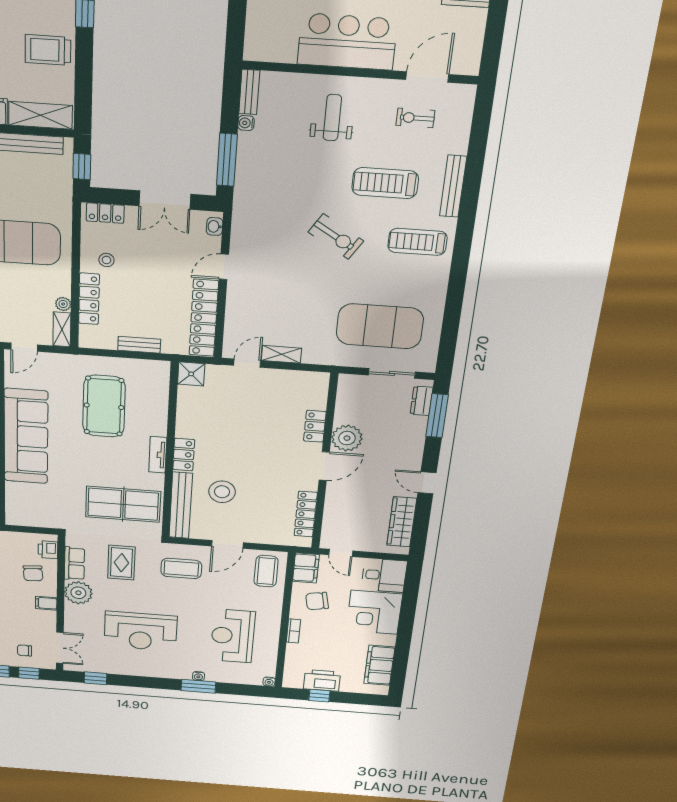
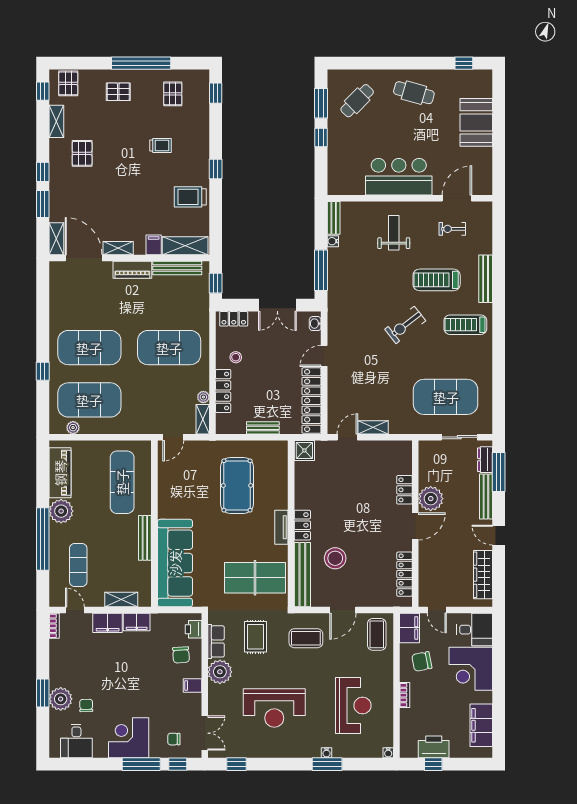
exercise bike: (336, 237) -> (405, 325), turned 110
sofa: (26, 436) -> (175, 563), moved
bench: (417, 441) -> (486, 496), added
reception desk: (233, 636) -> (353, 706), turned 180

